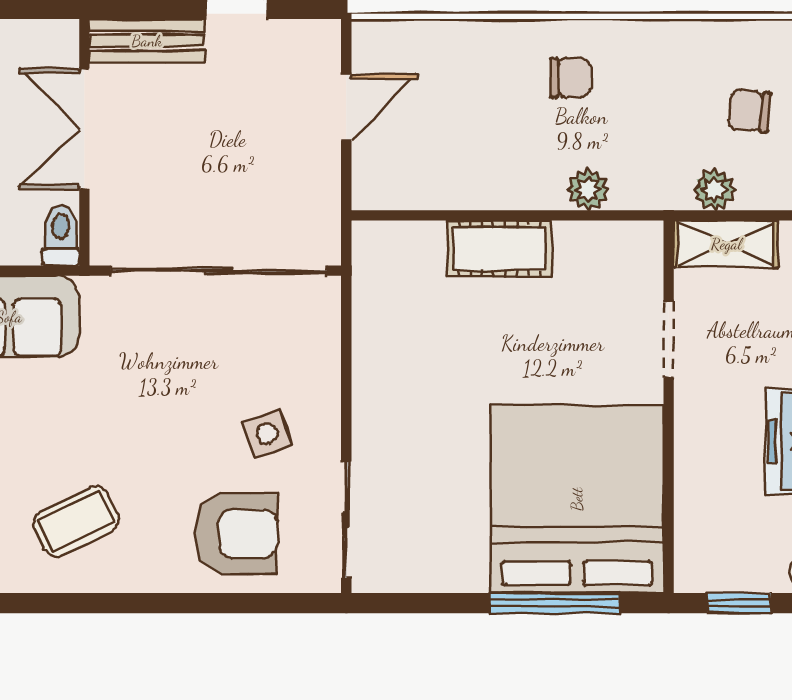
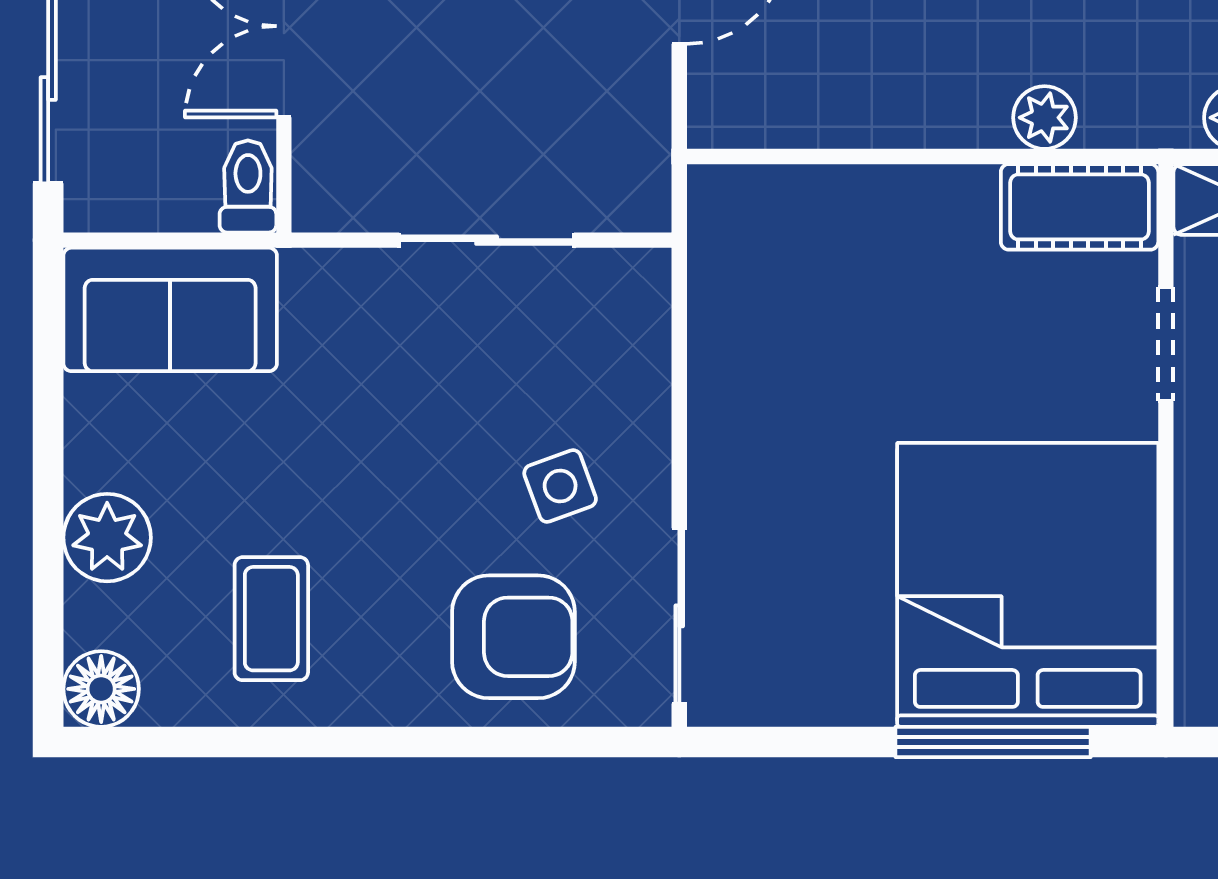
cot: (499, 249) -> (1080, 207), moved
sliding door: (219, 271) -> (487, 240), width x0.54
coffee table: (76, 521) -> (271, 619), turned -64

